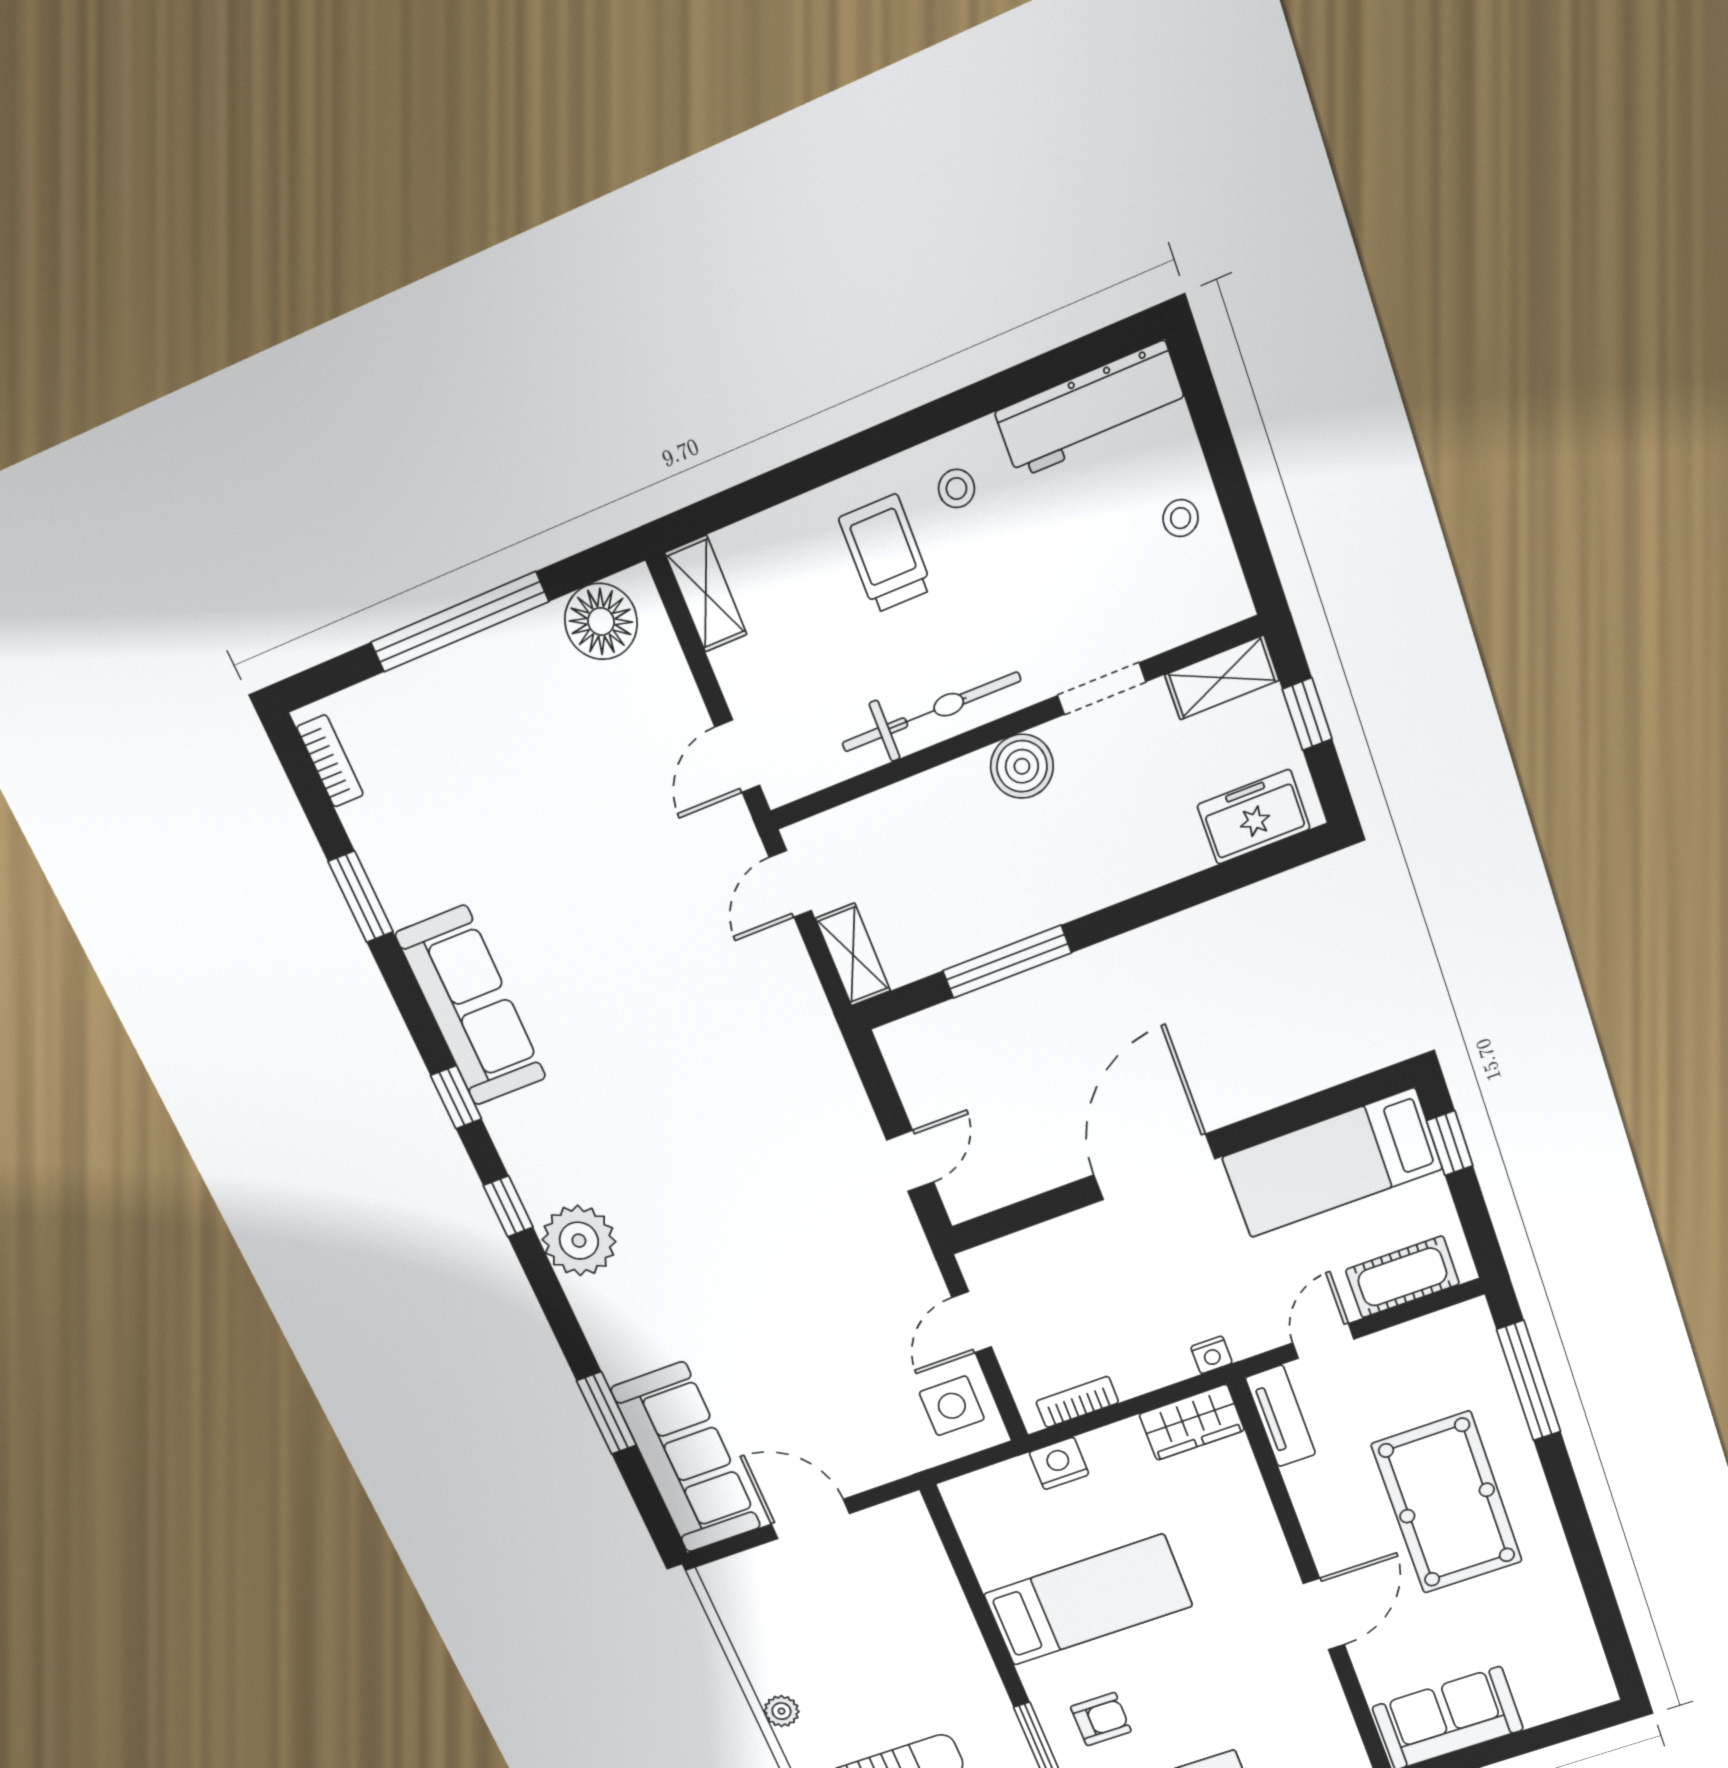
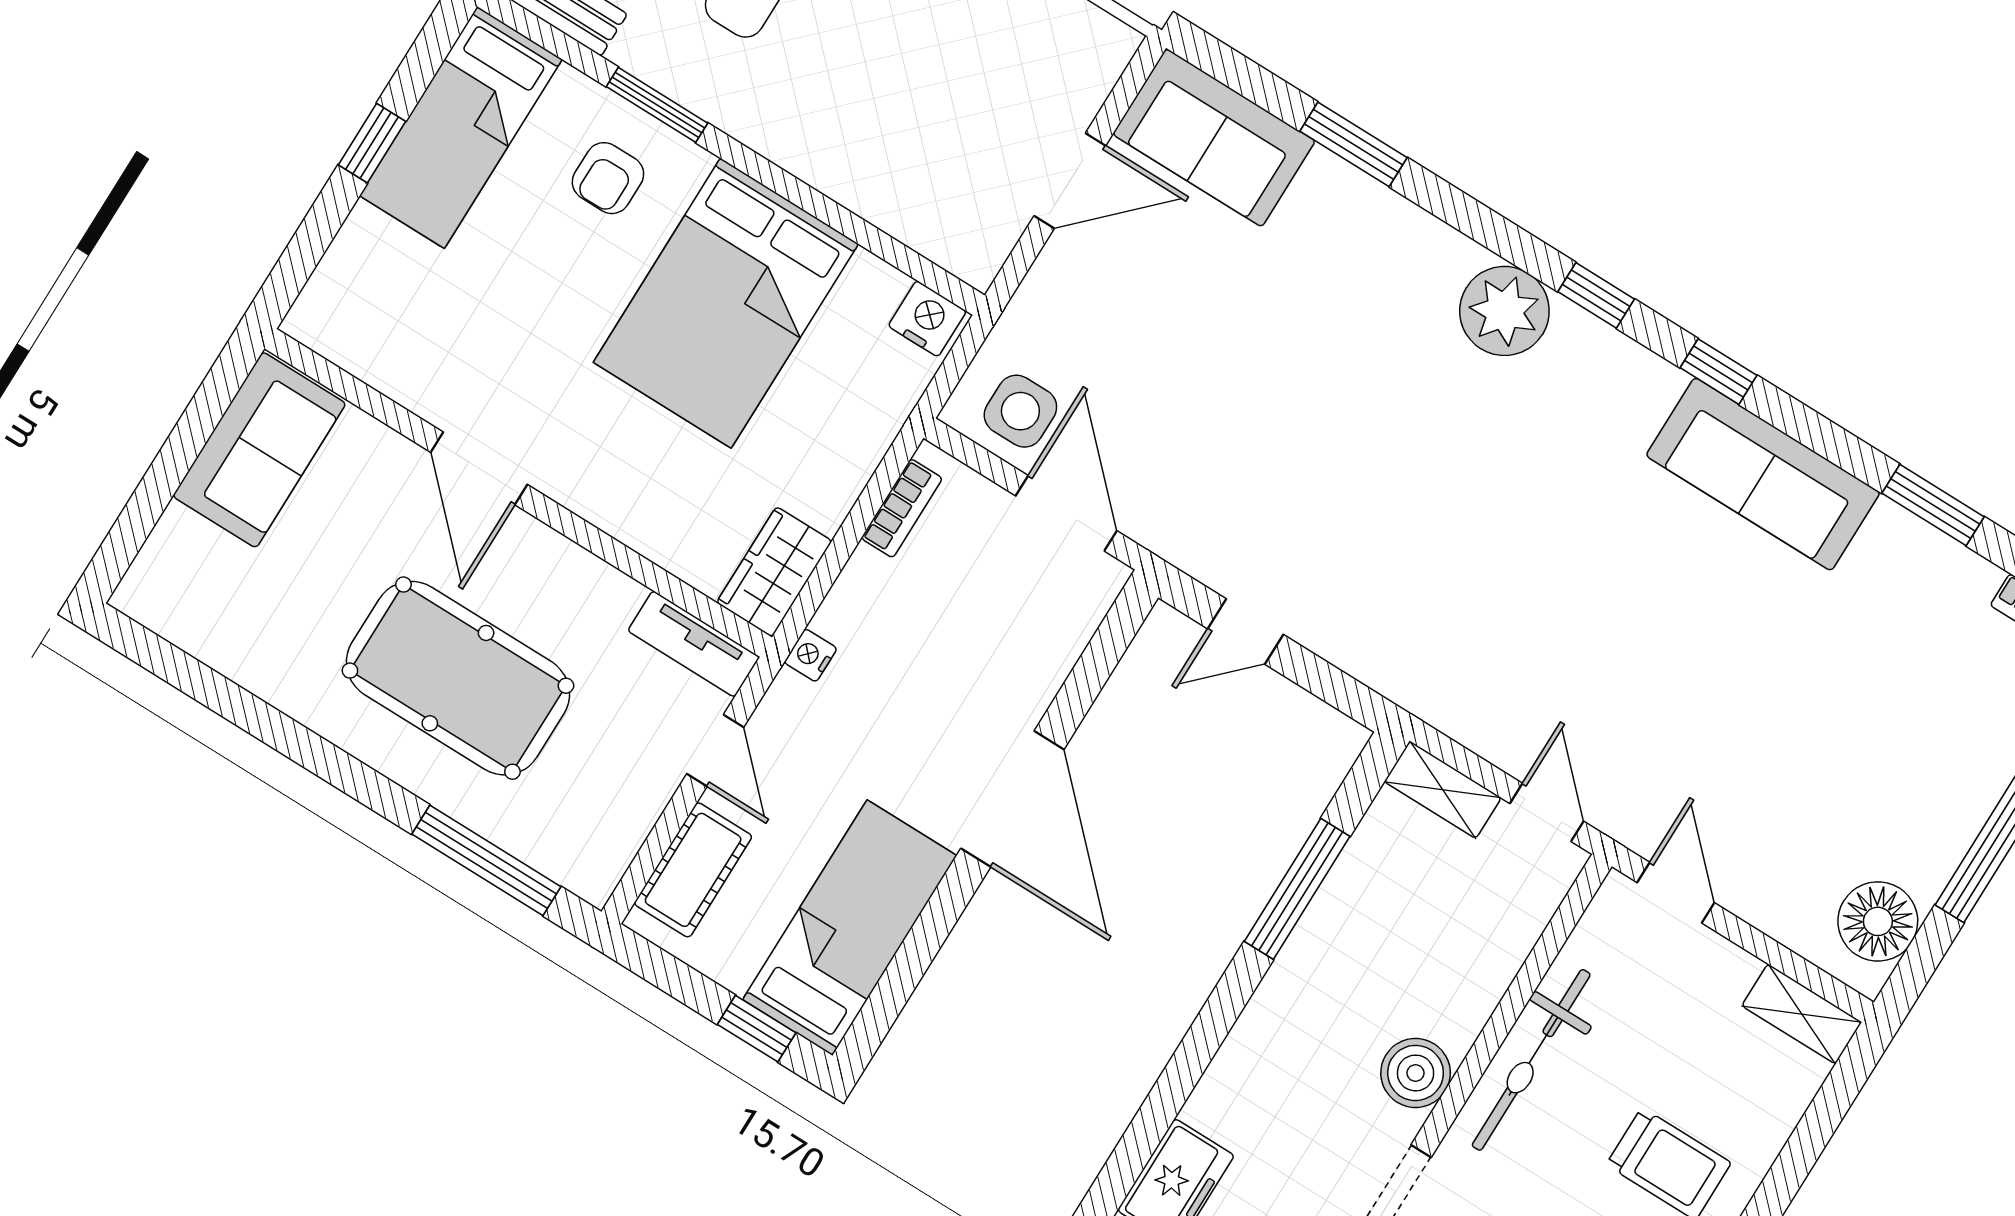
door: (910, 1161) -> (1246, 632), hinge flipped
door: (972, 1322) -> (1066, 513), width x1.38
sofa: (686, 1458) -> (1214, 138), width x0.73
nightstand: (1059, 1463) -> (927, 319), moved, turned -90
bed: (1088, 1600) -> (726, 303), width x1.50

